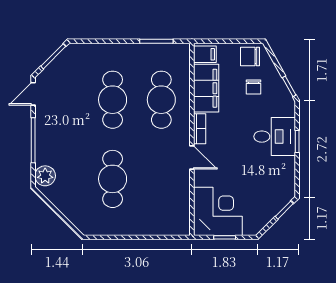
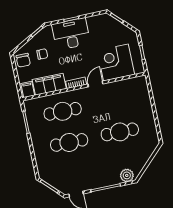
desk: (275, 137) -> (71, 34), width x1.37
corner desk: (218, 211) -> (116, 62), moved

